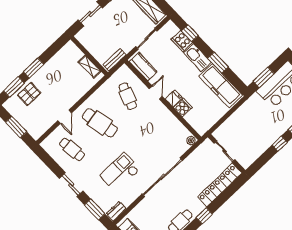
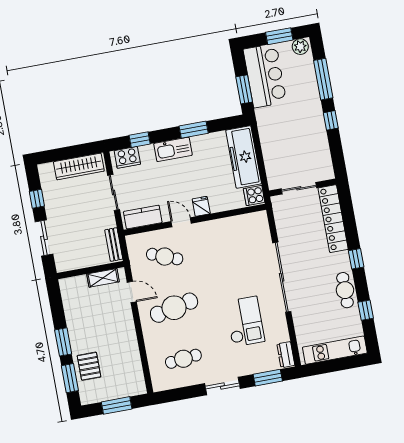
cooker: (182, 41) -> (127, 157), moved
freezer: (221, 86) -> (244, 157), moved, turned 90
cooker: (183, 108) -> (254, 195), moved, turned -90
door: (65, 117) -> (132, 292), moved
plant: (191, 141) -> (262, 218), removed
checkout: (120, 172) -> (245, 322), turned 180

